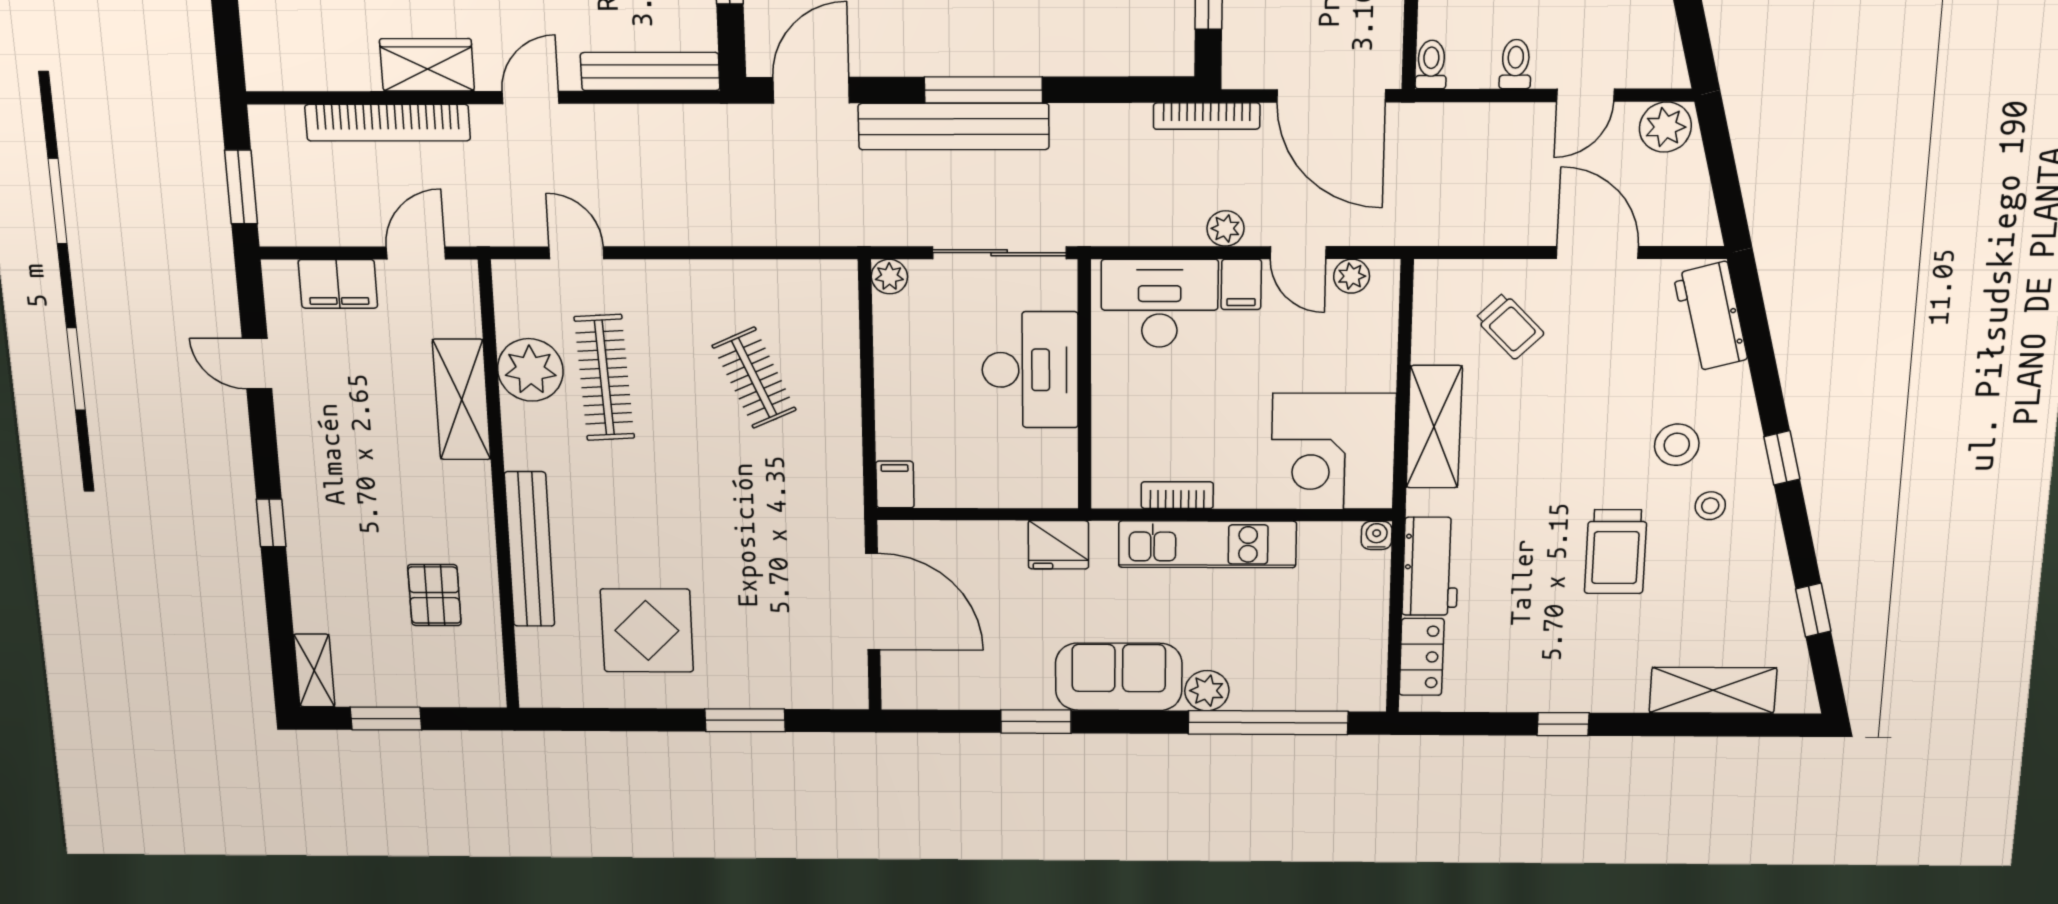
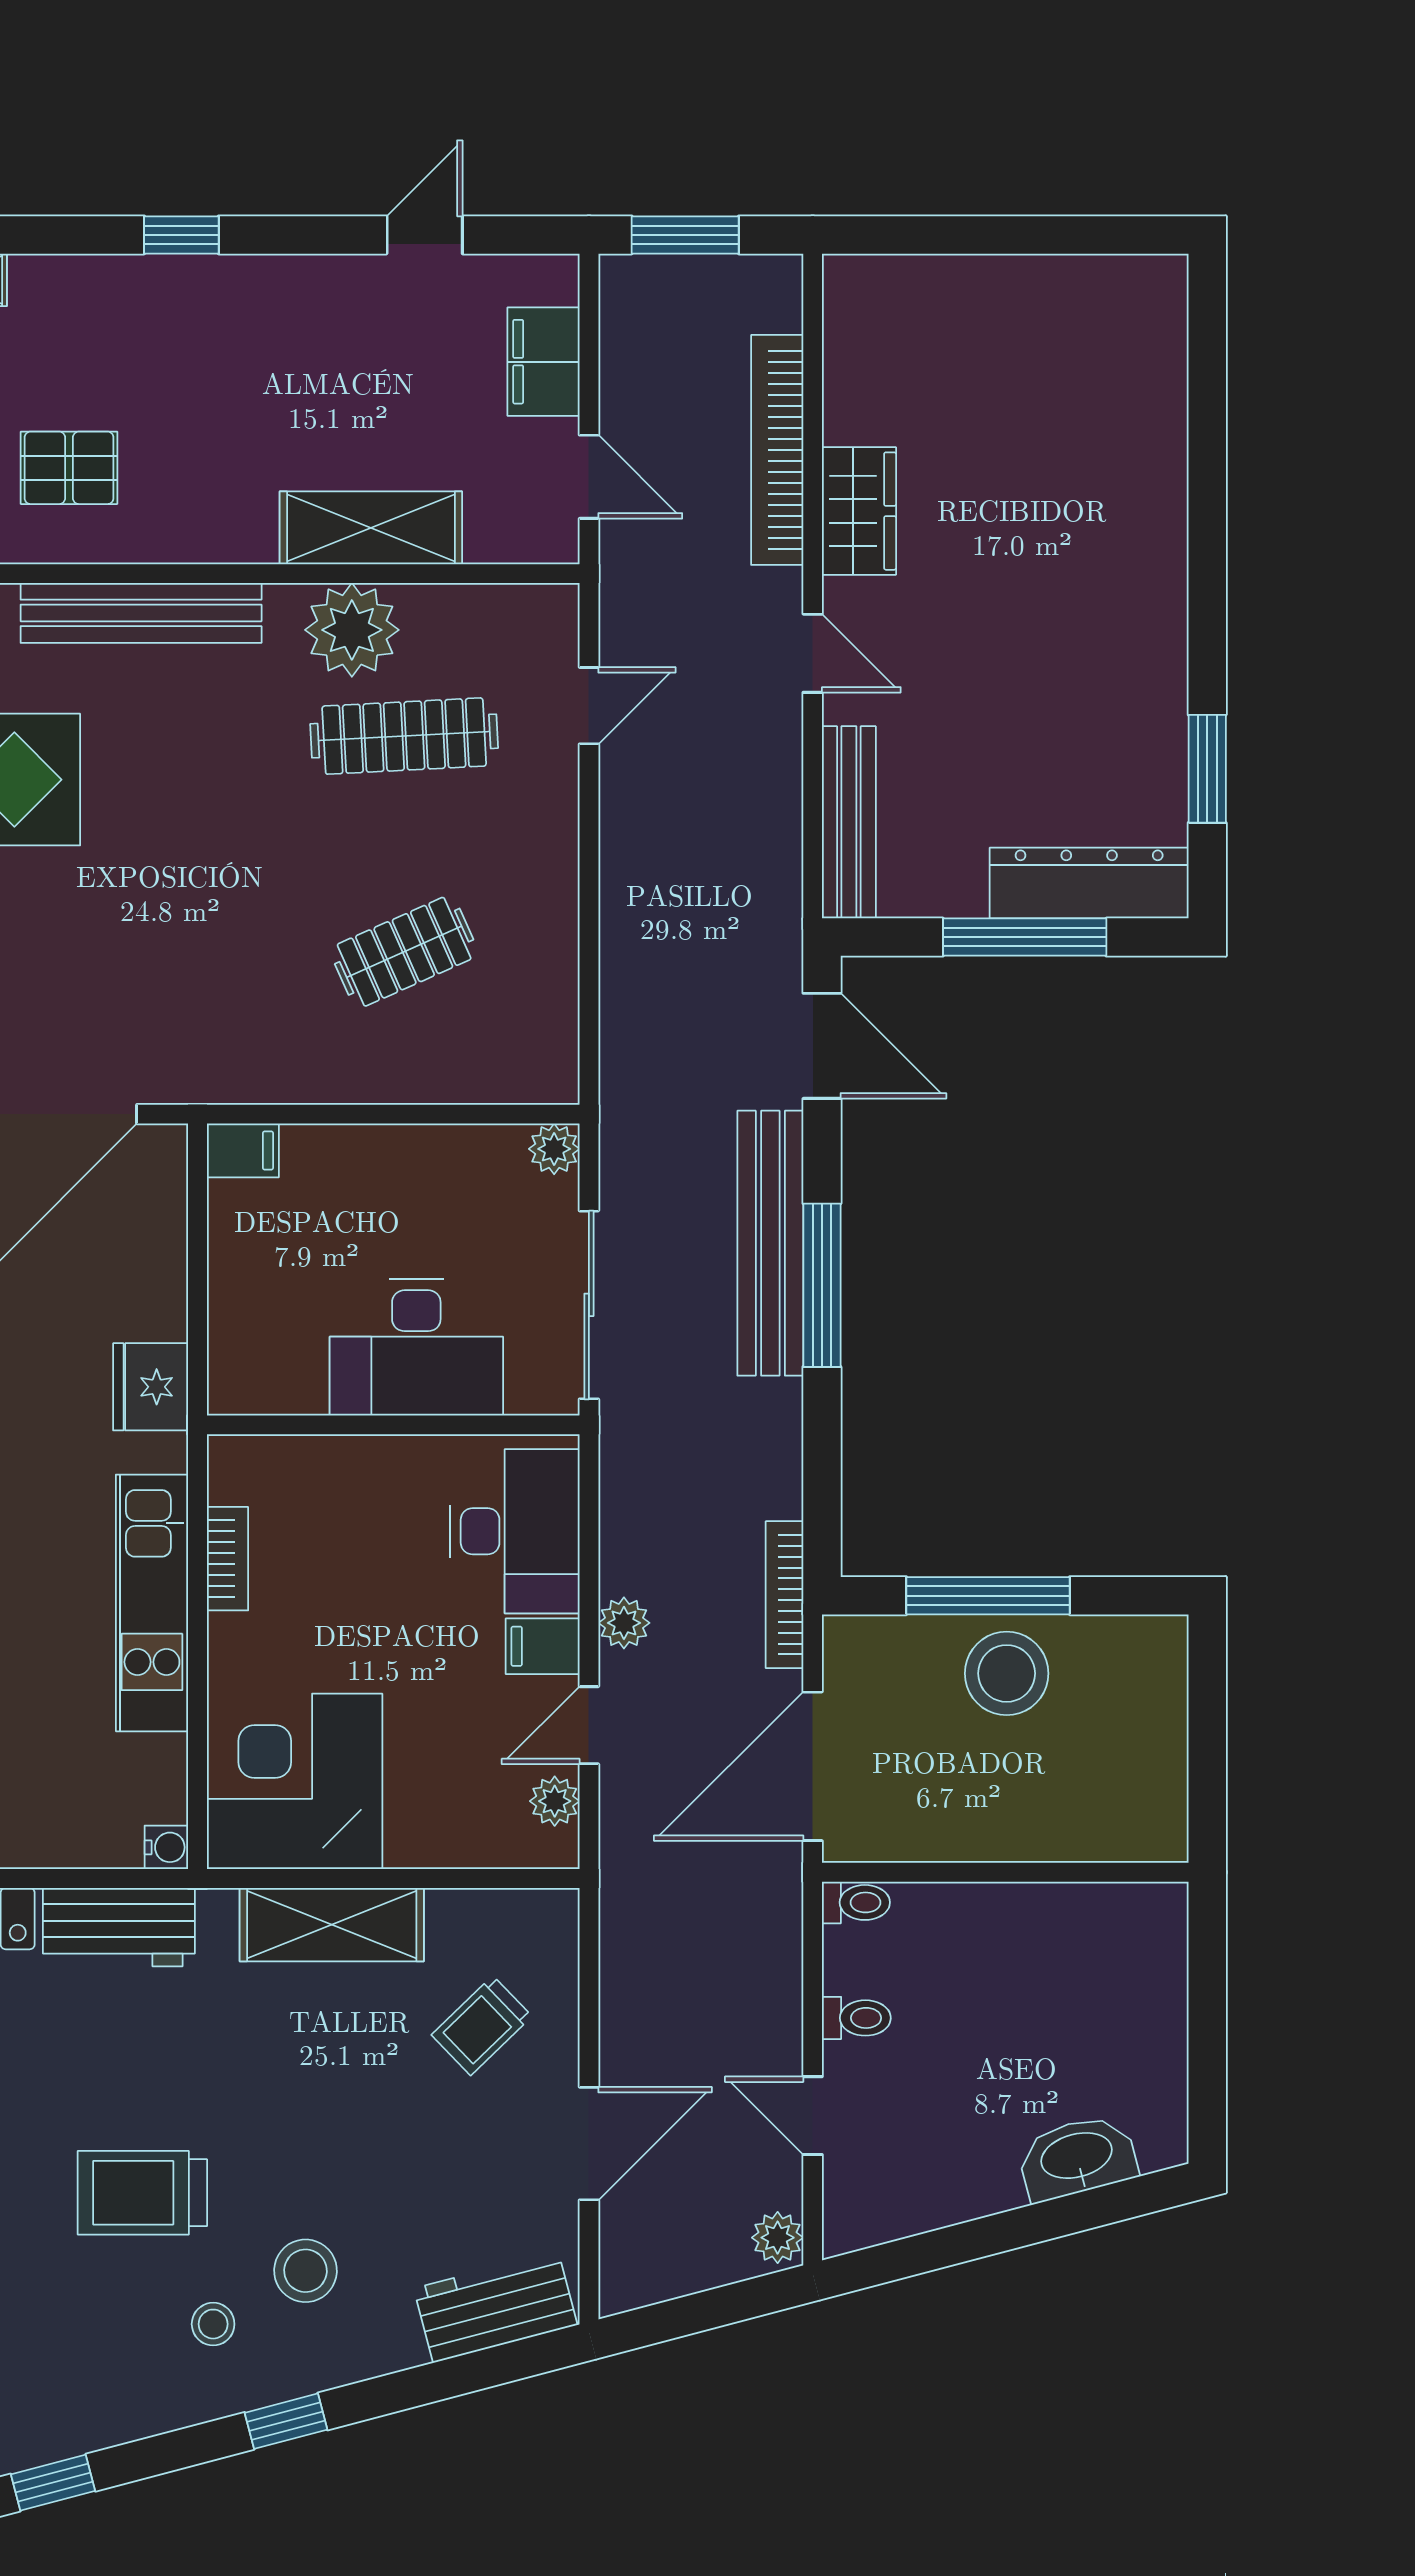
plant: (1665, 127) -> (778, 2238), width x0.73, depth x0.73
plant: (530, 370) -> (352, 630), moved

